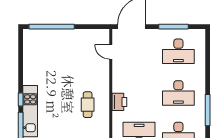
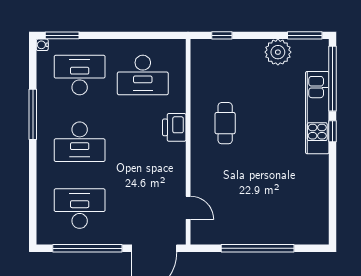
window: (52, 27) -> (258, 248), moved
window: (174, 27) -> (87, 248), width x1.46
desk: (178, 93) -> (80, 142), turned 180

